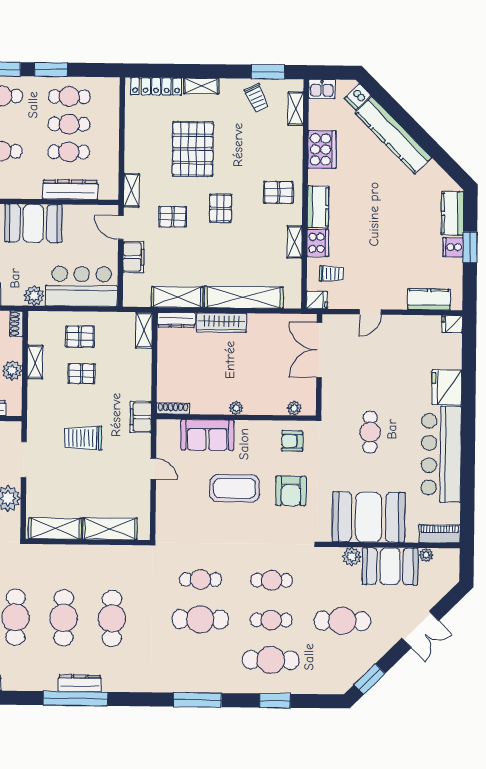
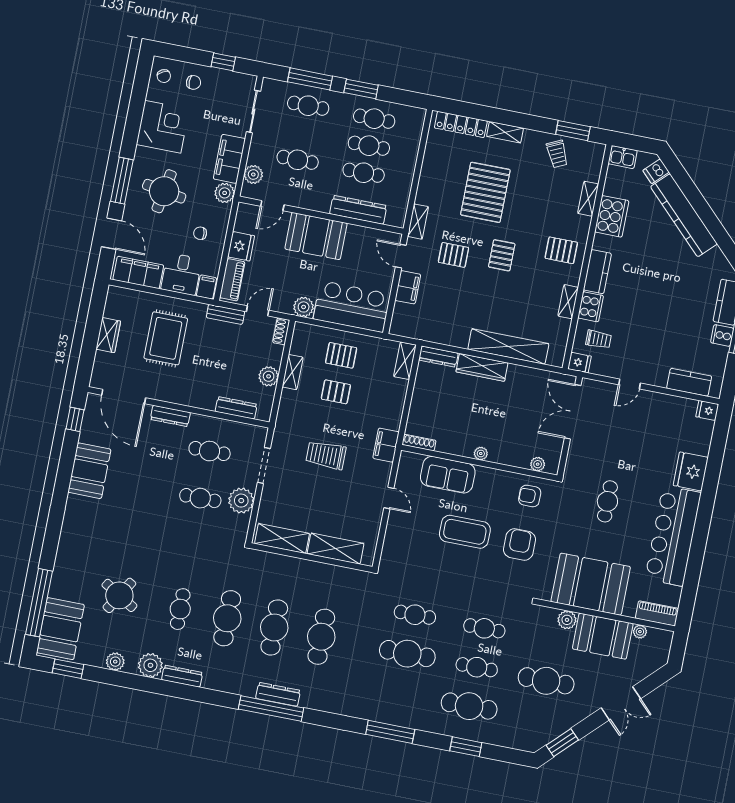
shelving: (296, 109) -> (588, 199), moved
shelving: (177, 297) -> (443, 334), removed
armchair: (291, 491) -> (519, 545), turned 180

